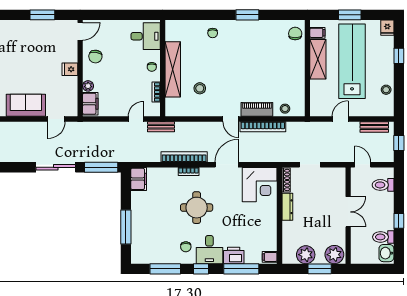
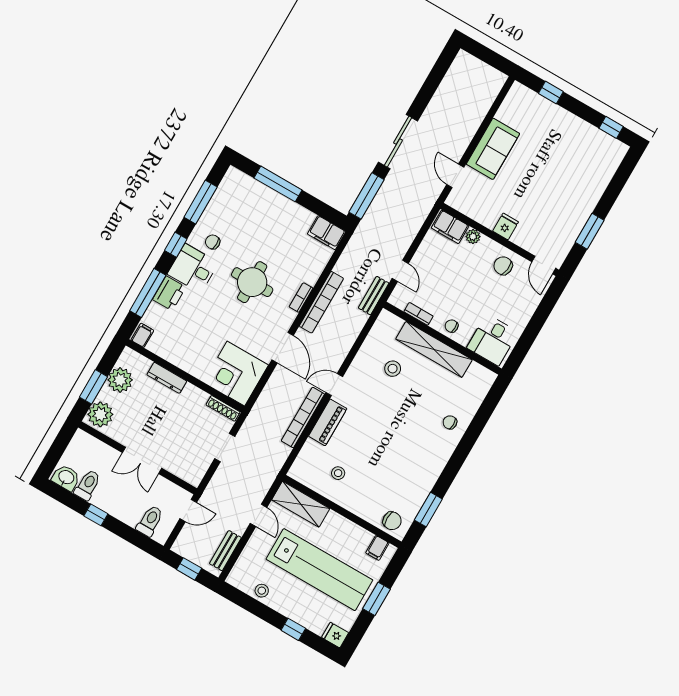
window: (247, 15) -> (428, 509), moved
shelving: (318, 59) -> (301, 504), moved
stool: (285, 109) -> (338, 473), moved
dresser: (287, 207) -> (167, 378), moved

